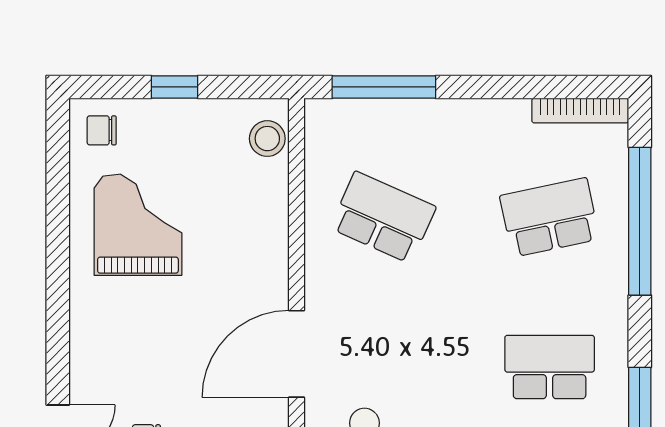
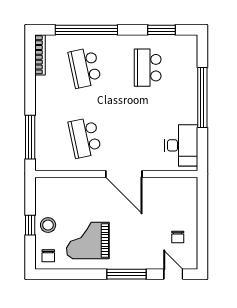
stool: (267, 139) -> (48, 225), moved
school desk: (383, 217) -> (85, 138), turned -36
window: (58, 317) -> (127, 274), added
door: (297, 354) -> (124, 174), moved

